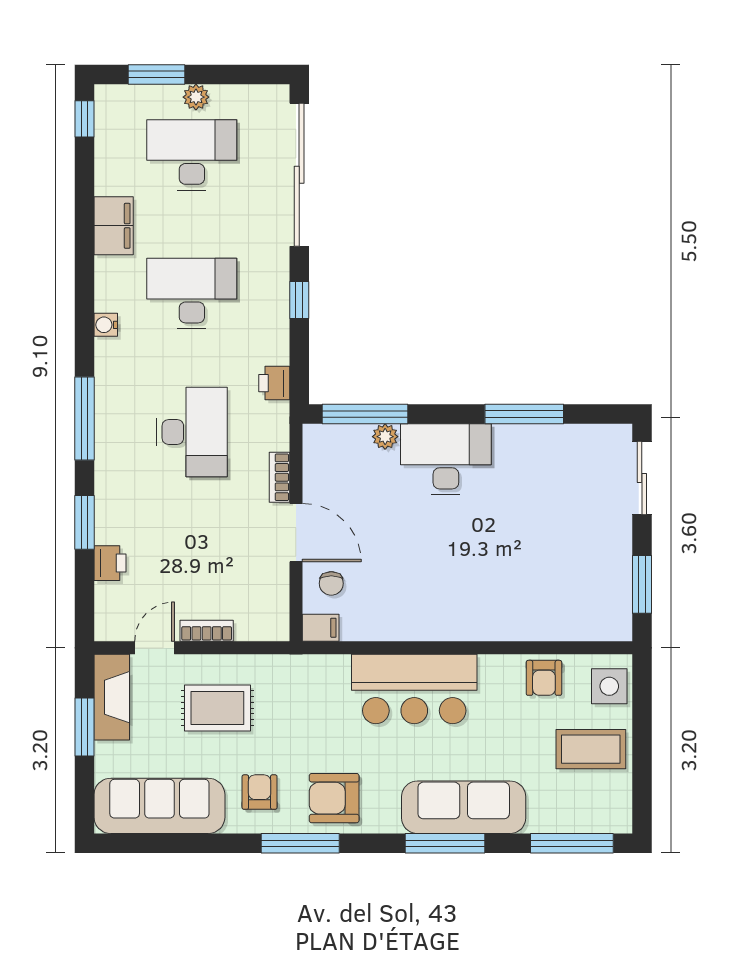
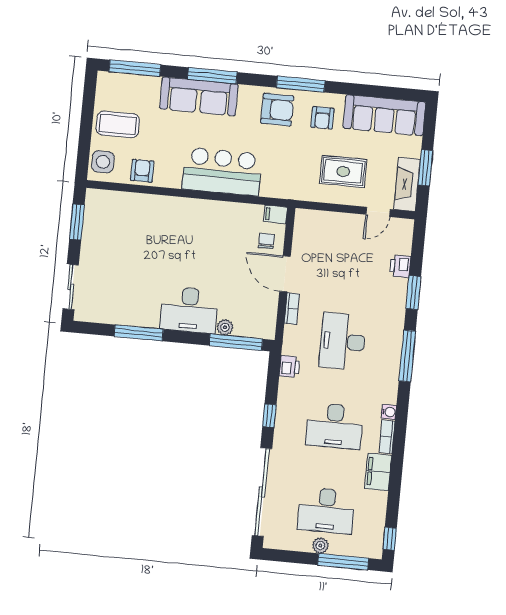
window: (157, 74) -> (343, 562), width x1.44
bookcase: (207, 631) -> (387, 437), moved, turned 90

